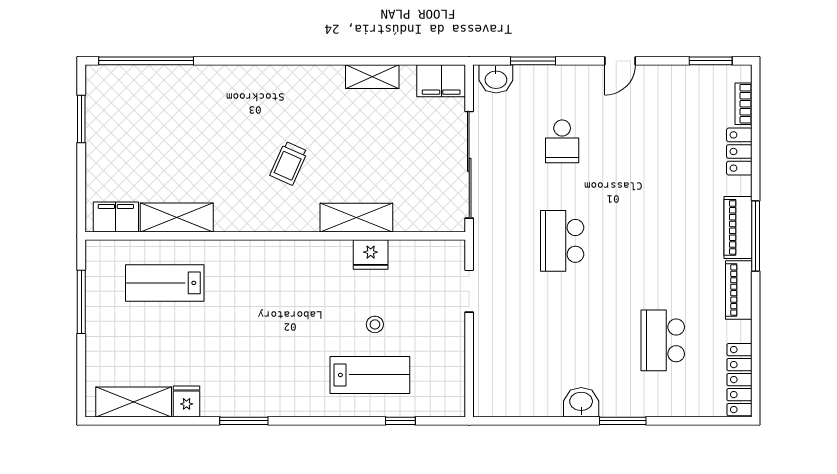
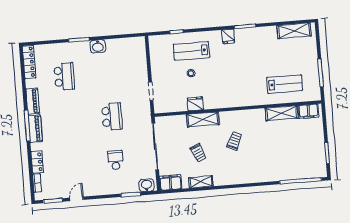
door: (620, 61) -> (76, 199), moved
trolley: (373, 143) -> (198, 153), added
fridge: (187, 401) -> (228, 36), moved

